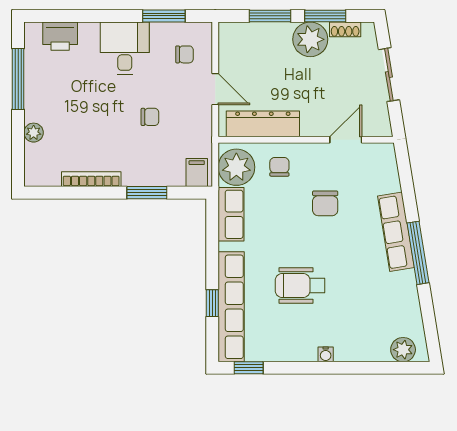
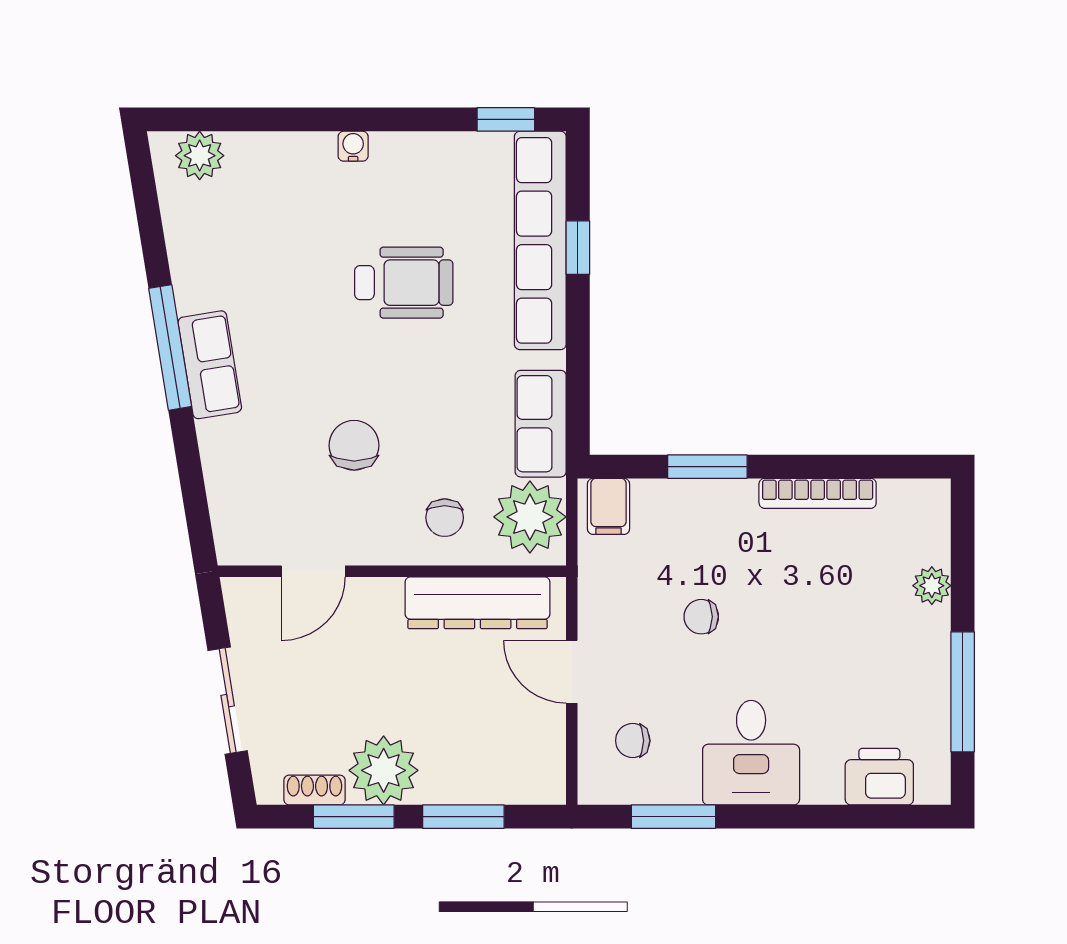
row of seats: (396, 232) -> (210, 365), width x0.68

